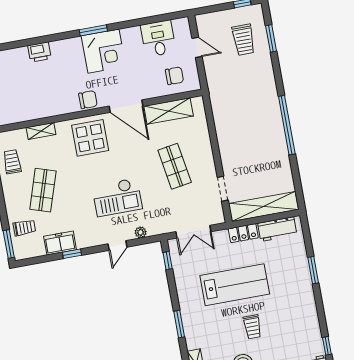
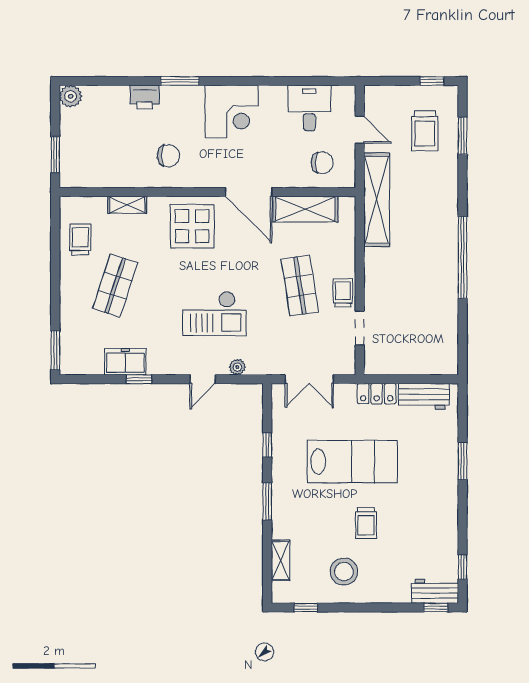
window: (93, 30) -> (180, 81), moved
chair: (88, 100) -> (168, 156), moved
shelving: (263, 207) -> (377, 200), moved, turned 90
trolley: (24, 228) -> (343, 293), moved, turned -90
window: (168, 261) -> (267, 445), moved

